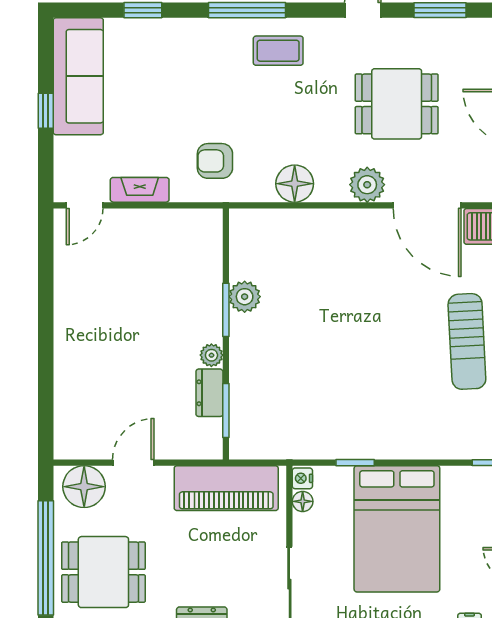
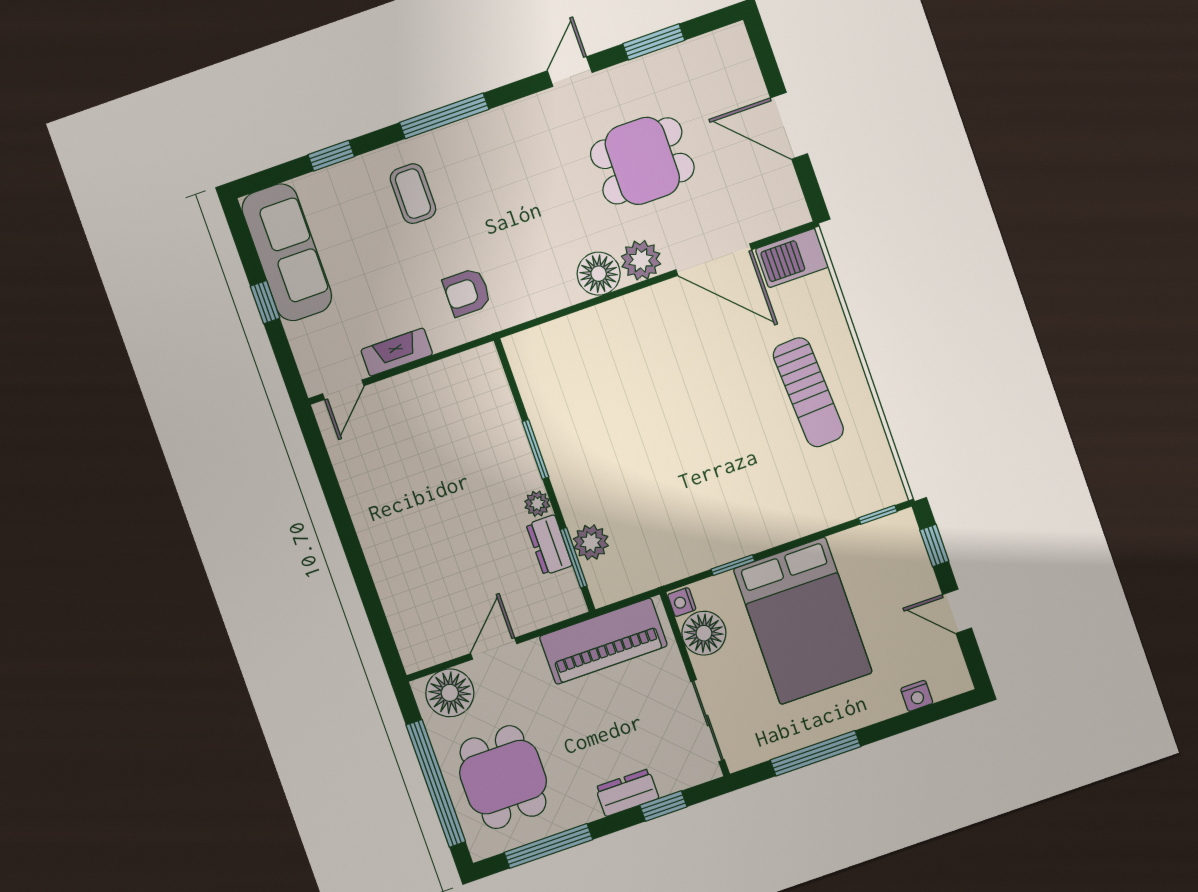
coffee table: (278, 51) -> (413, 194), moved, turned 90
floor lamp: (295, 184) -> (599, 274), moved
plant: (245, 297) -> (591, 542), moved
floor lamp: (303, 501) -> (704, 633), width x1.89, depth x1.89
dining table: (103, 572) -> (503, 777), turned 90

